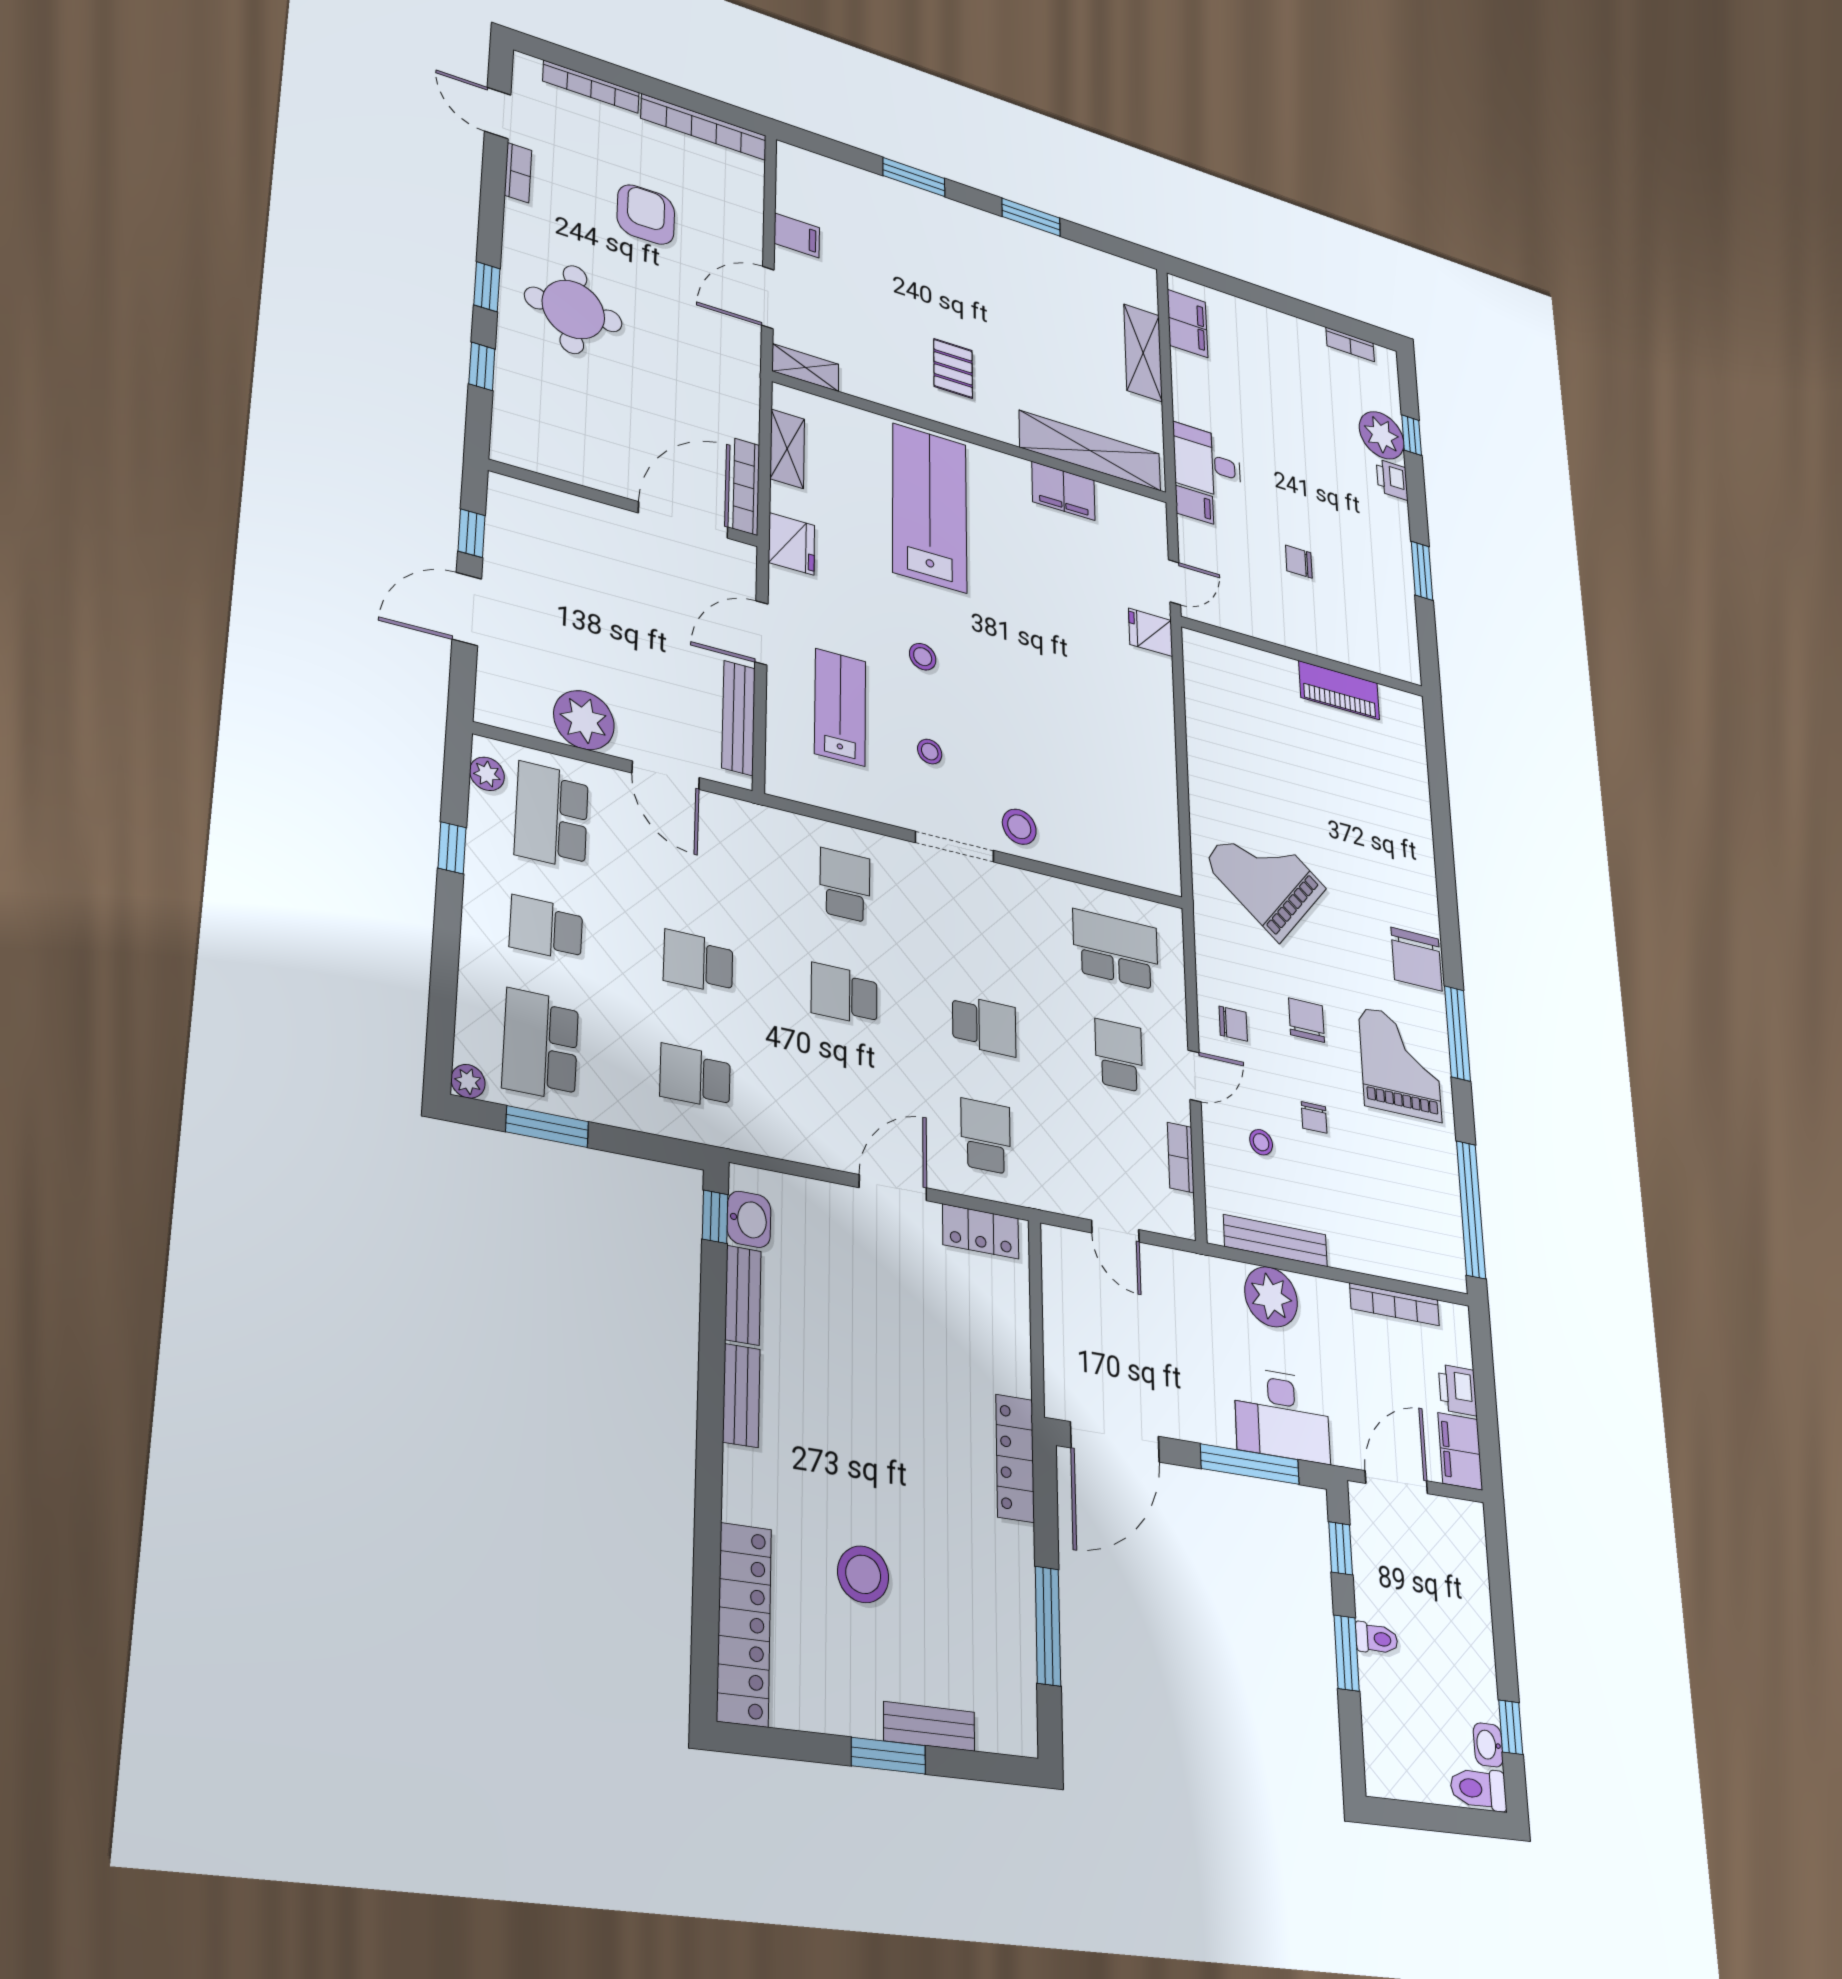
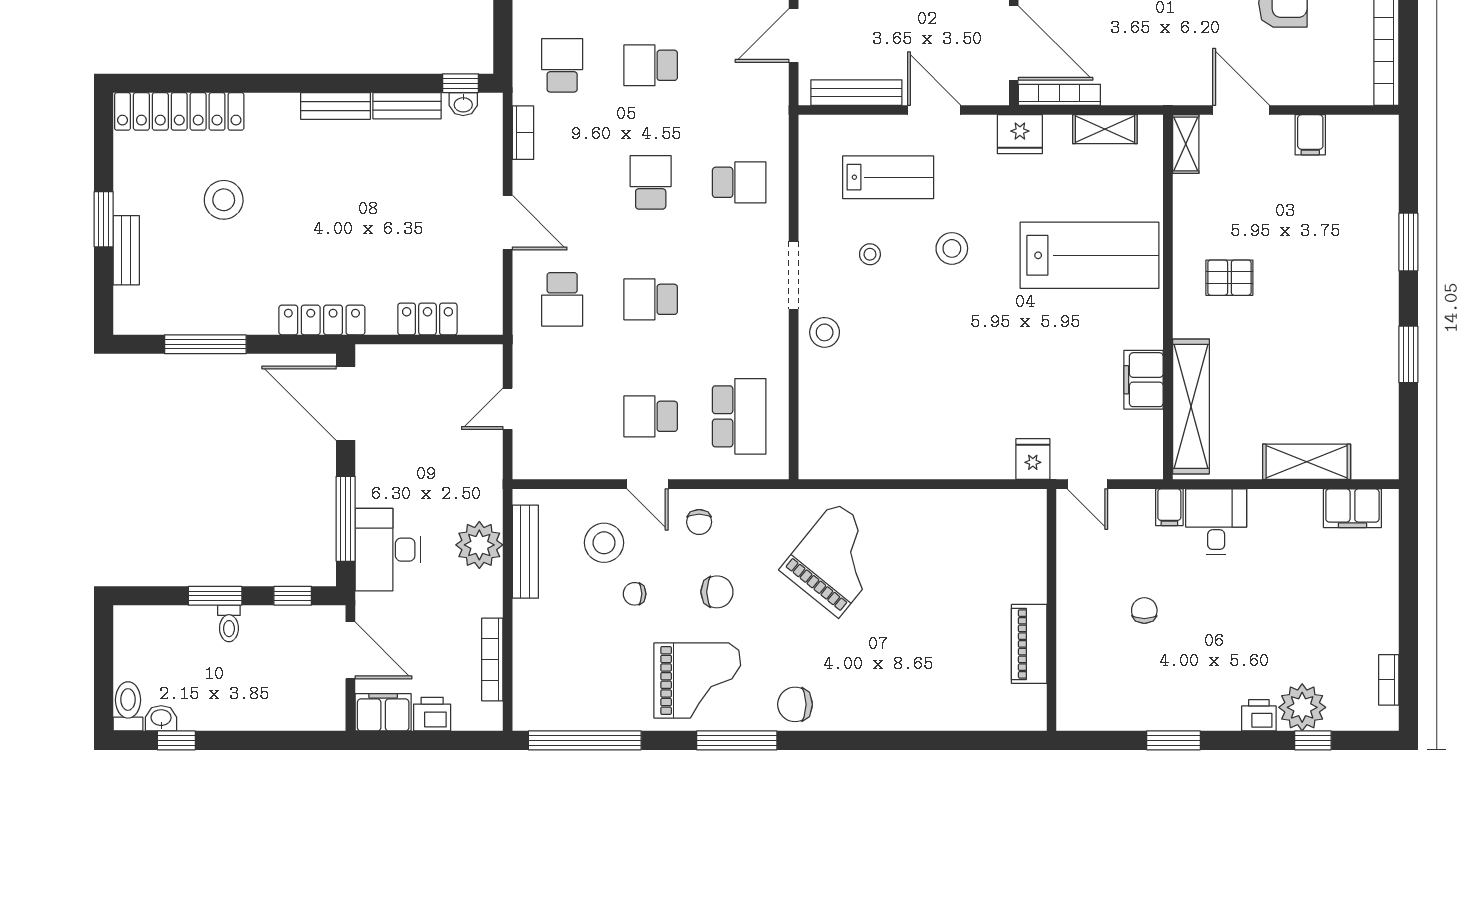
stool: (923, 657) -> (952, 248), width x1.37, depth x1.37
chair: (1417, 959) -> (795, 704), width x0.73, depth x0.73
school desk: (698, 962) -> (651, 65), turned -90
school desk: (984, 1025) -> (651, 299), turned 90
school desk: (1119, 1055) -> (651, 416), turned 180
school desk: (986, 1136) -> (562, 299), turned 90
stool: (1261, 1142) -> (604, 543), width x1.89, depth x1.89
bookcase: (1181, 1157) -> (523, 133), moved, turned 90
washbasin: (749, 1219) -> (463, 104), width x0.72, depth x0.69
locker: (981, 1231) -> (427, 319), moved, turned 90

